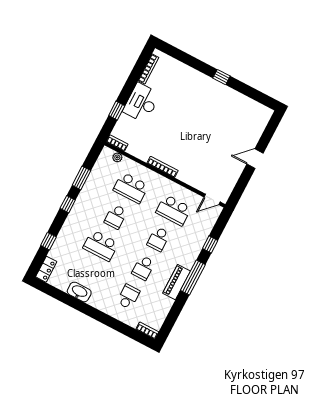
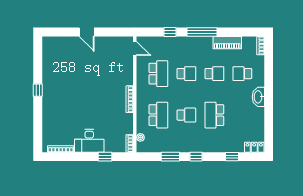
school desk: (101, 246) -> (214, 115), turned 180
piano: (177, 282) -> (227, 43), moved
washbasin: (79, 292) -> (258, 97), moved

